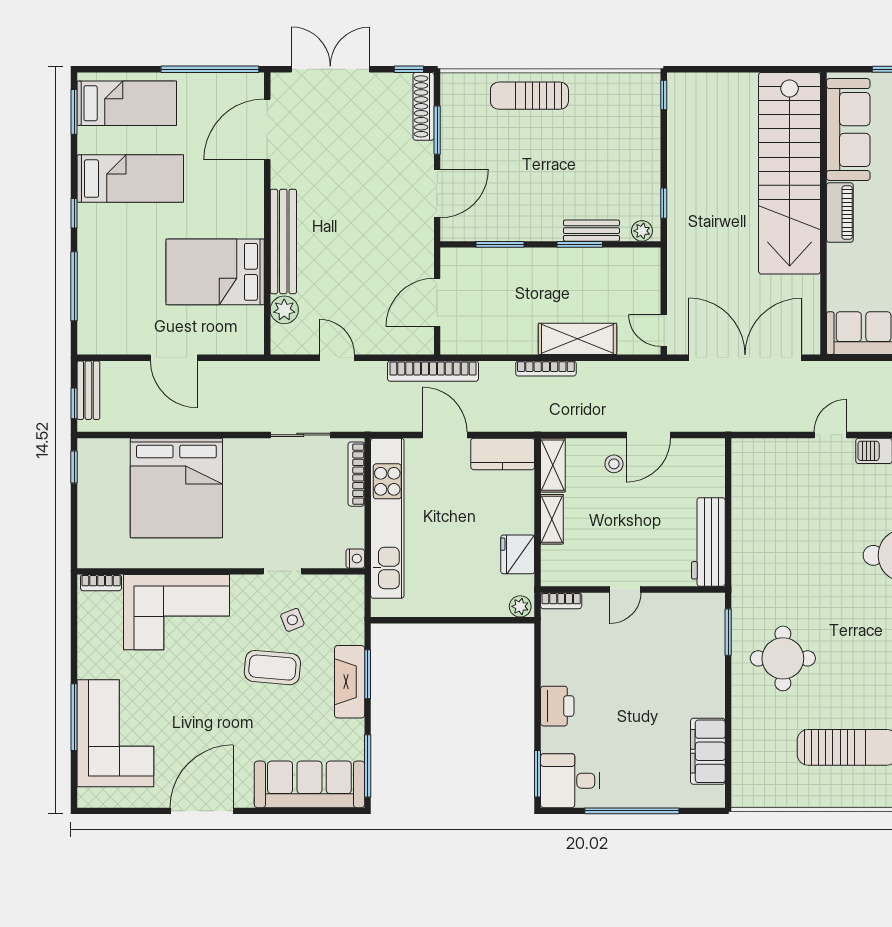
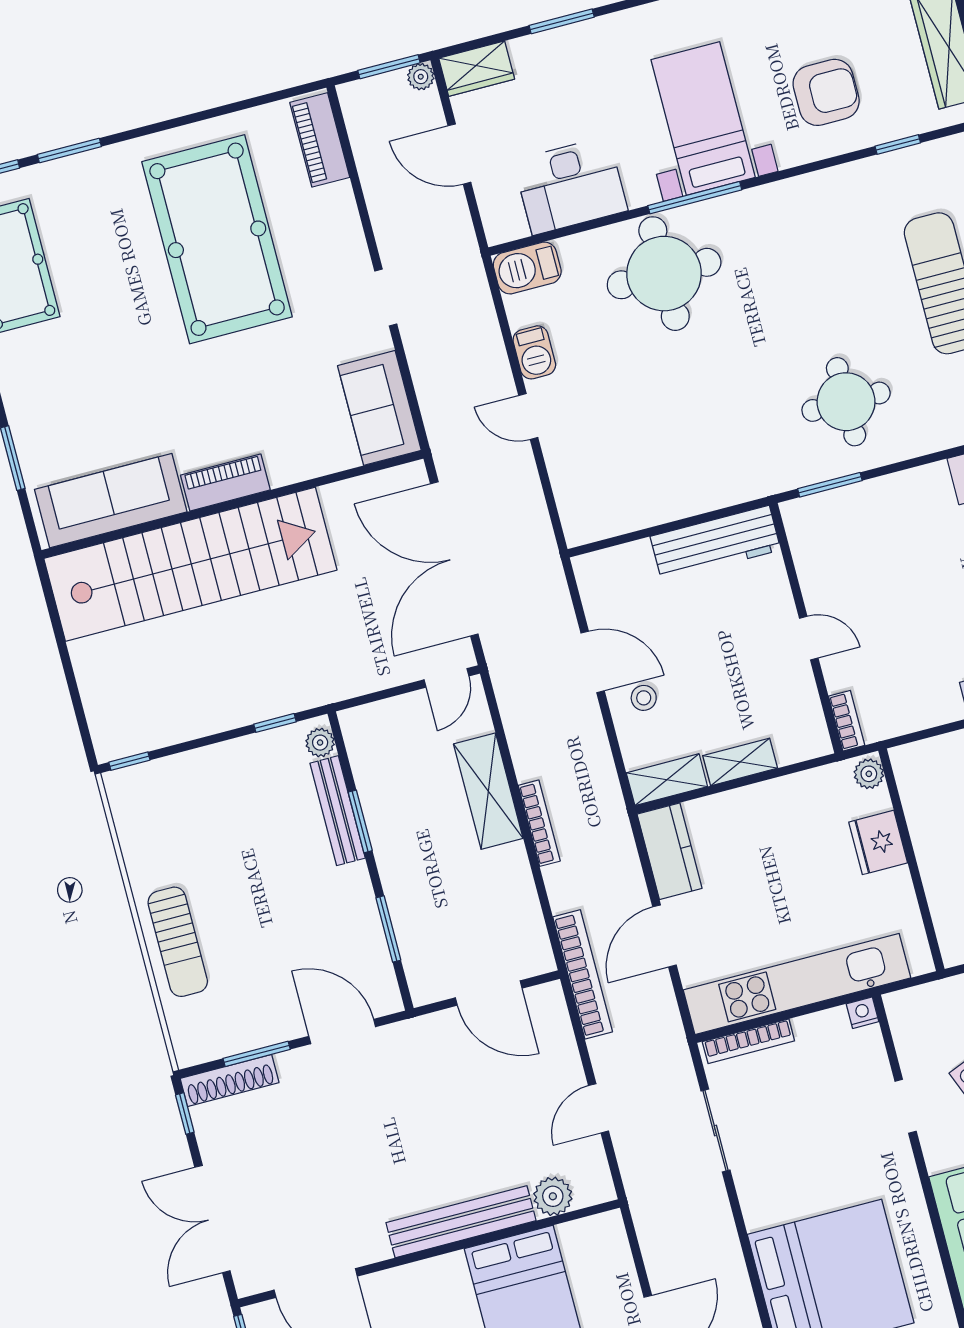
bench: (591, 231) -> (338, 811), width x1.36
fridge: (518, 554) -> (878, 842), moved, turned 90

